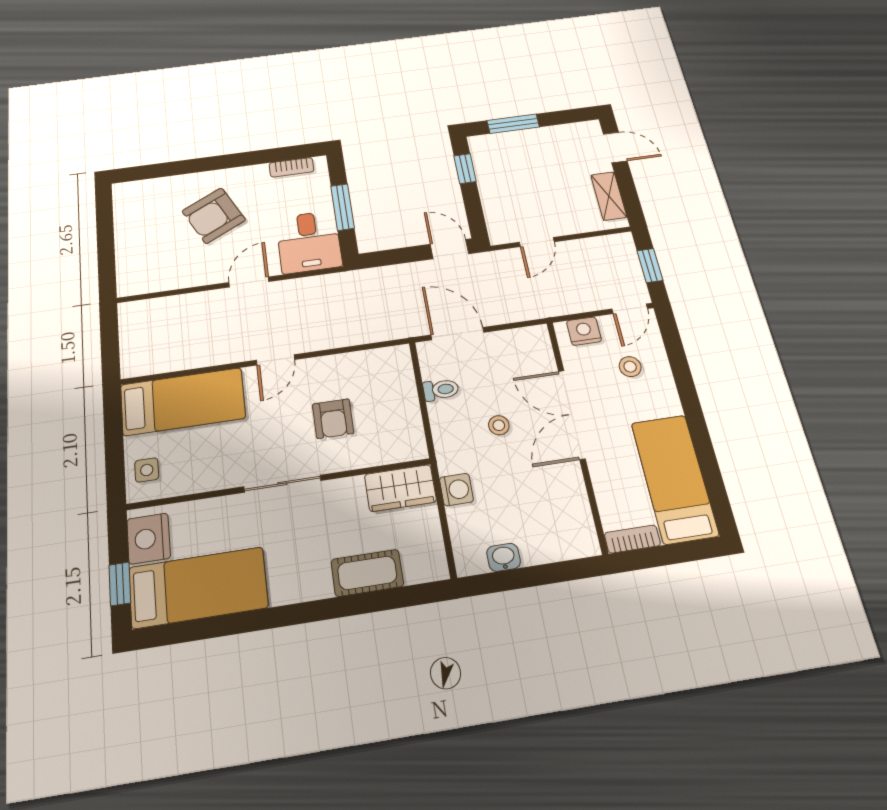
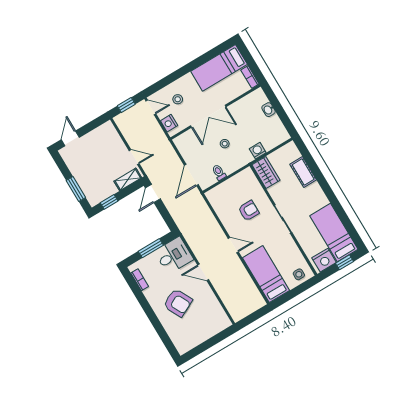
shelving: (609, 196) -> (128, 179), moved
washbasin: (504, 557) -> (269, 110), moved

